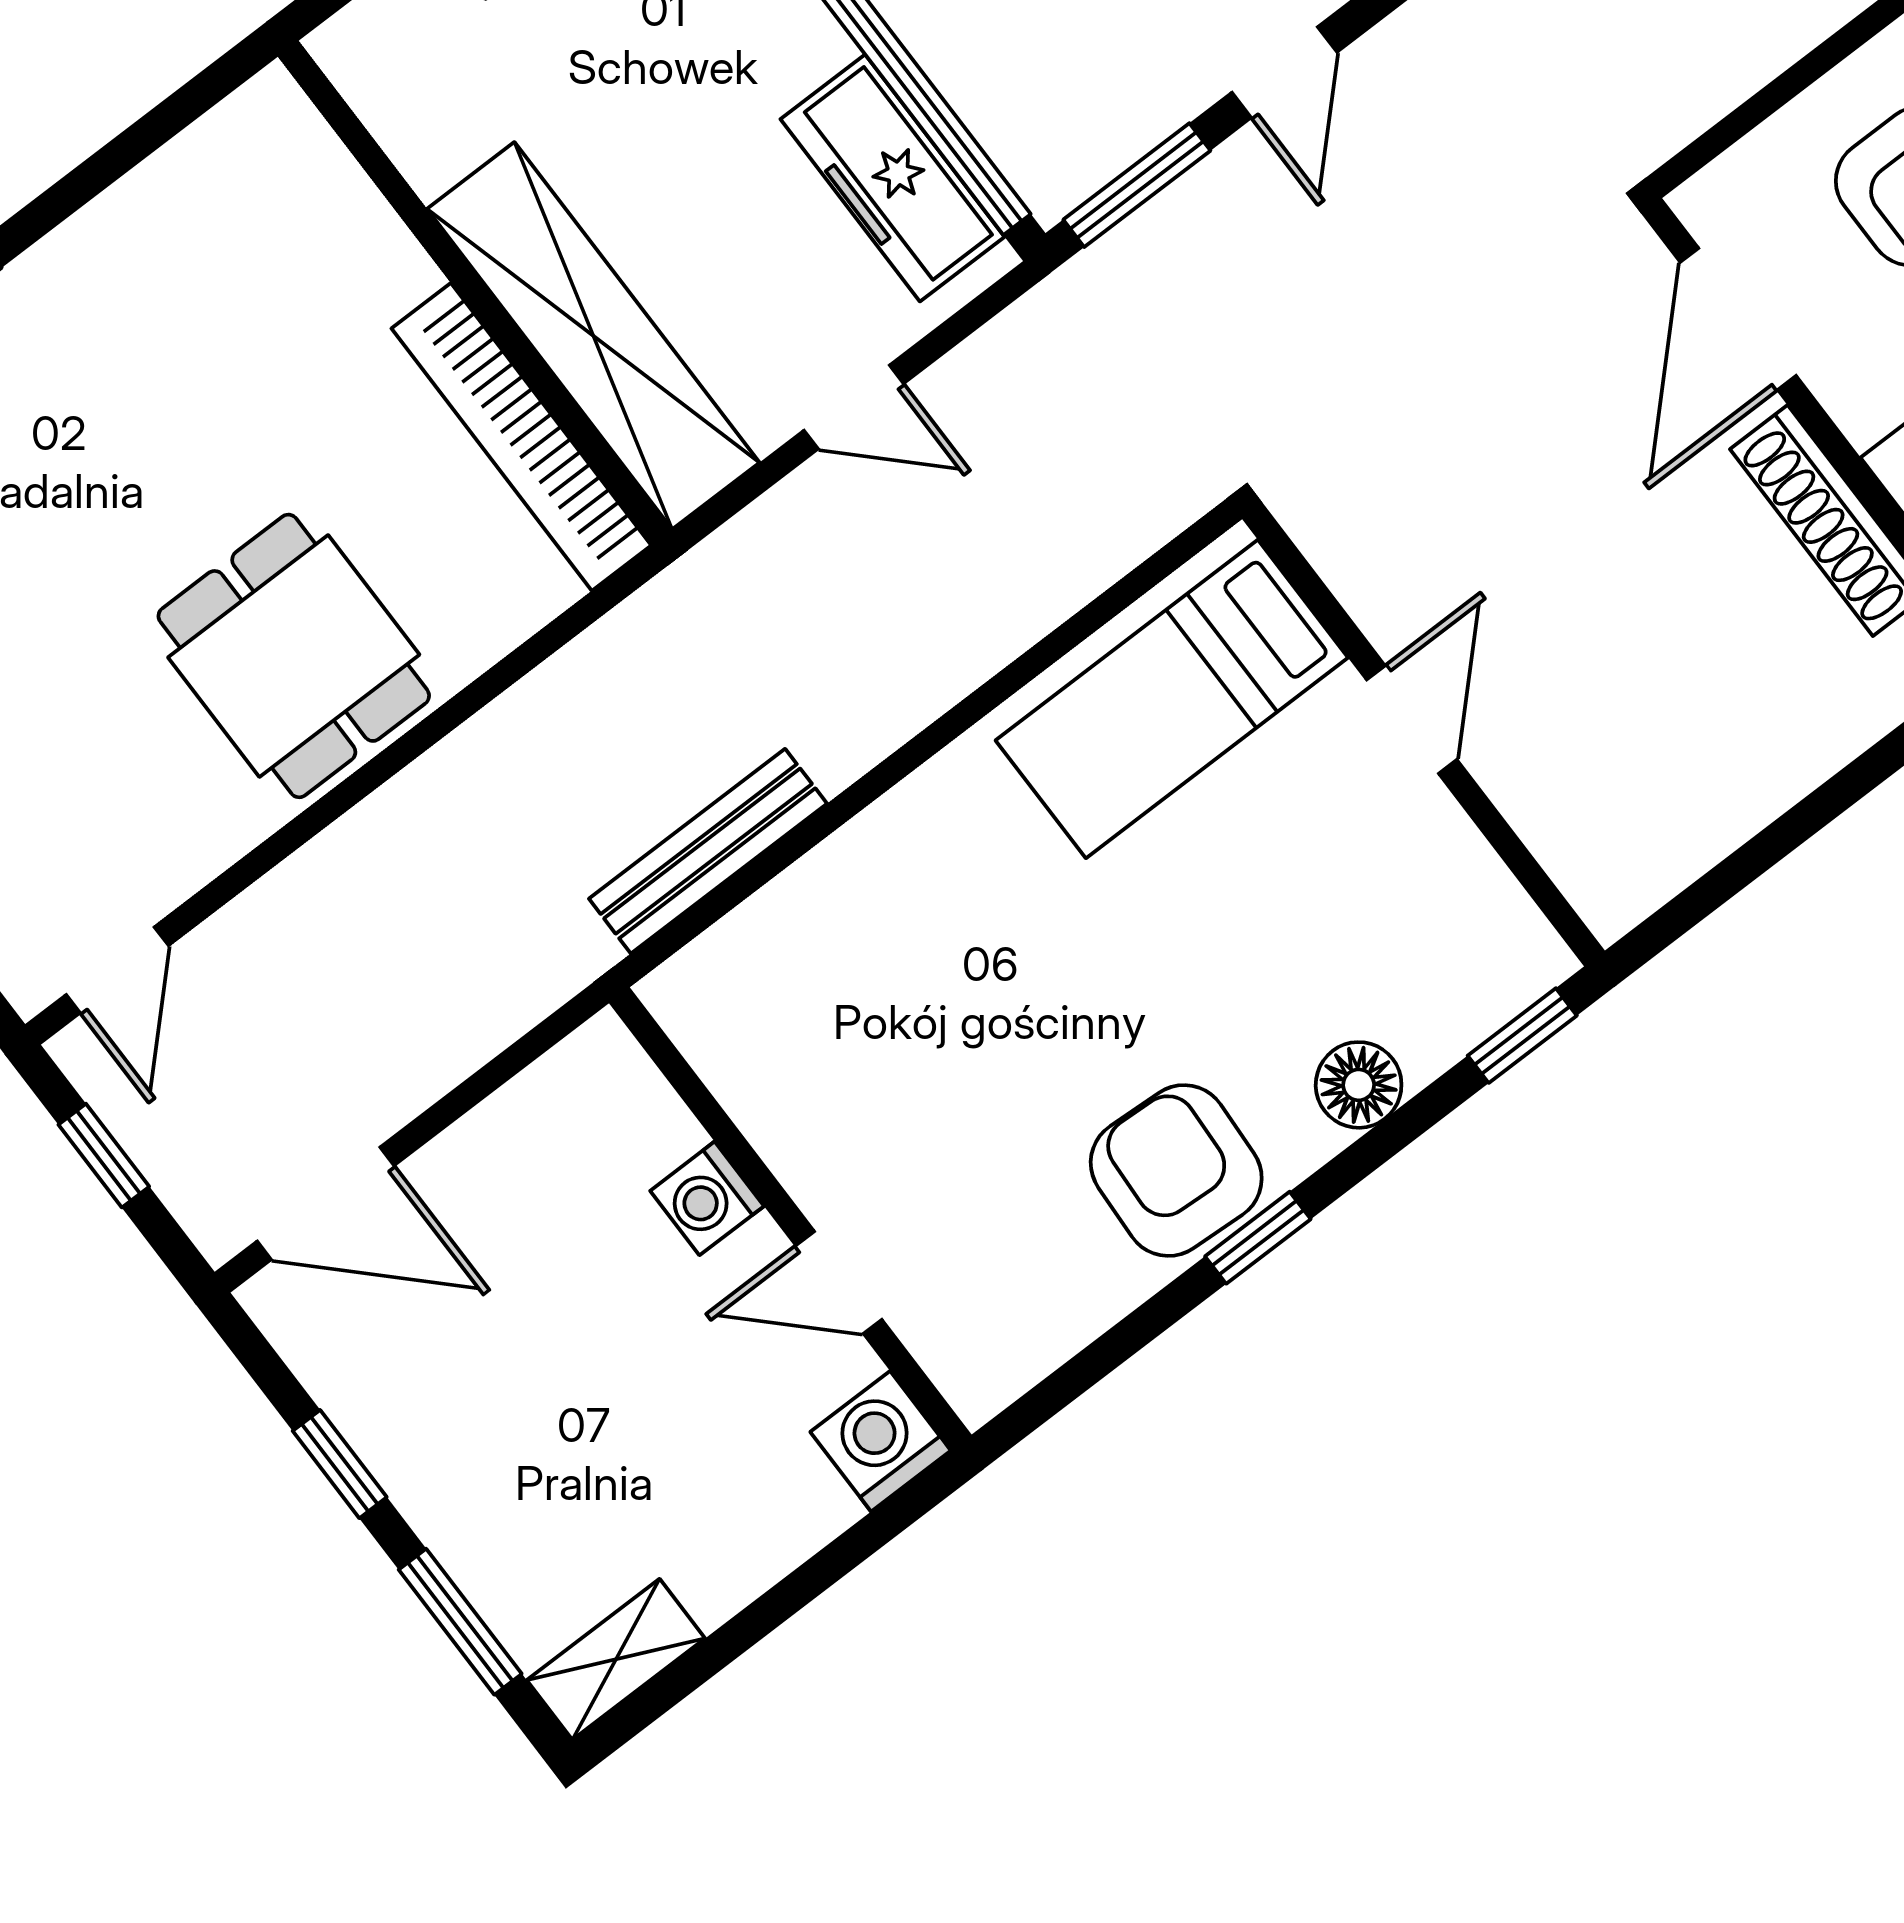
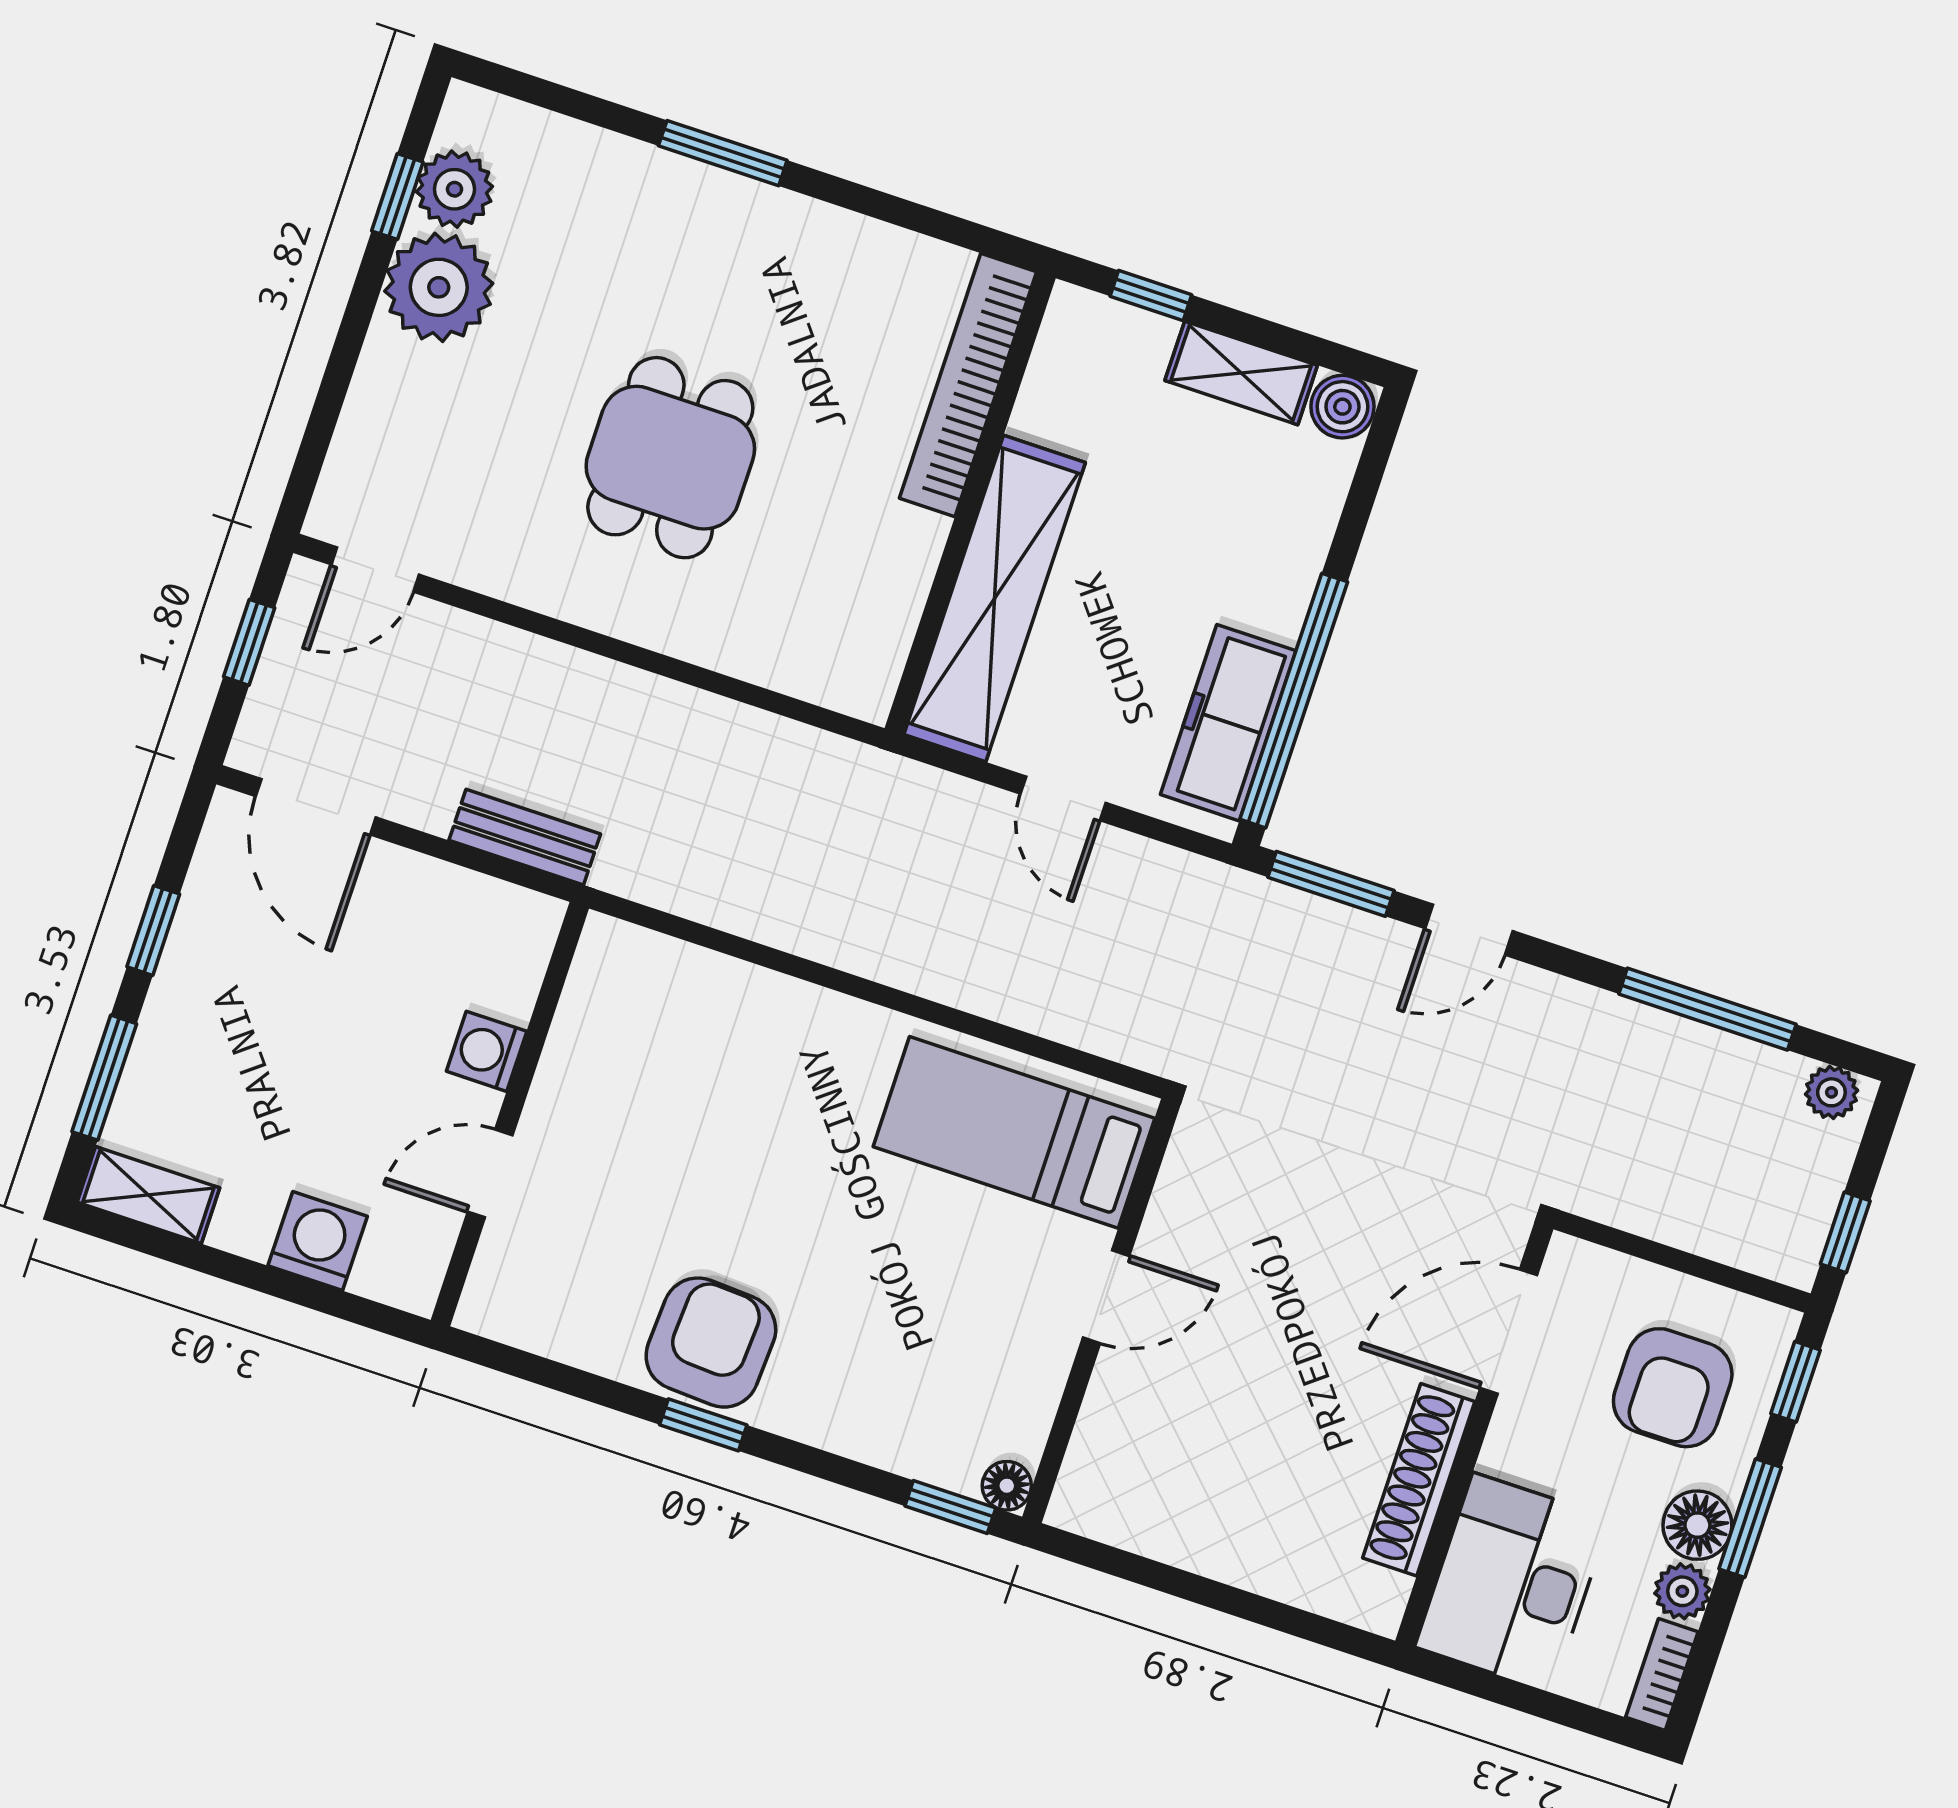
bookcase: (521, 437) -> (968, 385), moved
dining table: (294, 656) -> (670, 458), moved
bench: (708, 851) -> (525, 837), moved, width x0.73
floor lamp: (1359, 1085) -> (1007, 1486), moved, width x0.73, depth x0.73
door: (839, 1283) -> (490, 1174), hinge flipped
washing machine: (881, 1441) -> (318, 1241), moved

